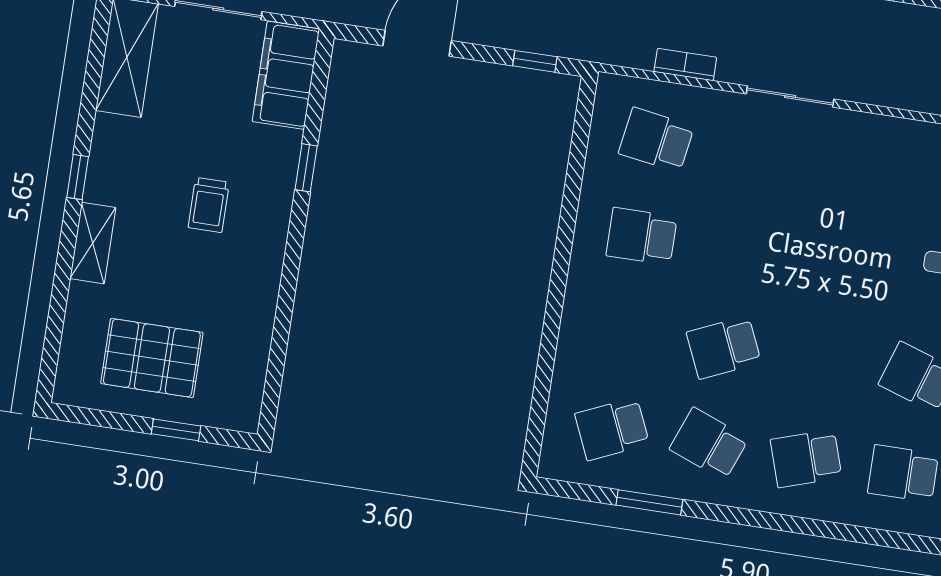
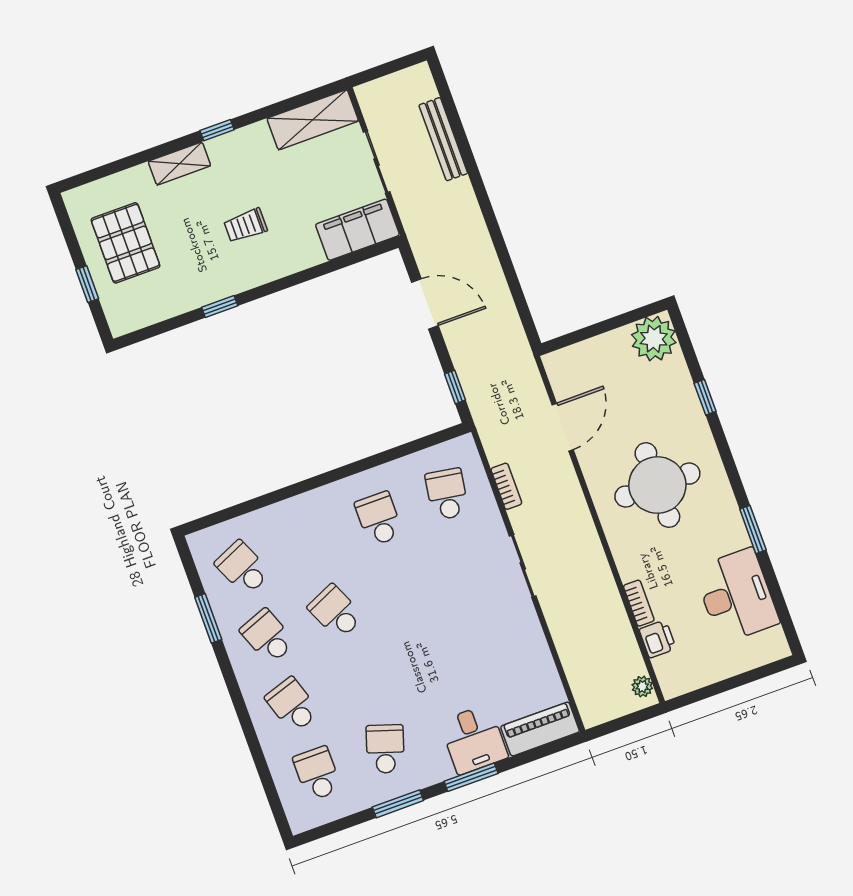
window: (306, 168) -> (220, 306), moved
school desk: (709, 444) -> (268, 636), turned -42

